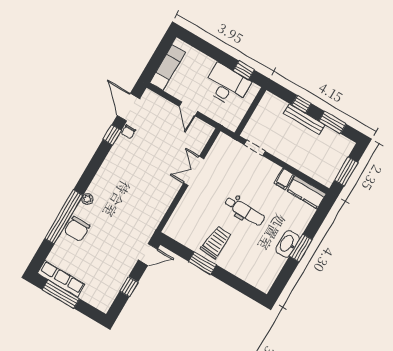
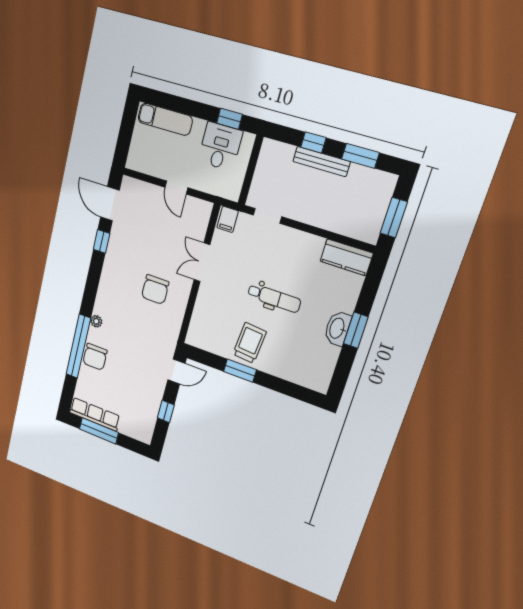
exam couch: (168, 67) -> (165, 119), moved, turned 90
desk: (227, 85) -> (220, 146), width x0.73
chair: (128, 132) -> (155, 289), moved, width x1.87, depth x1.87
filing cabinet: (284, 179) -> (228, 219), moved

